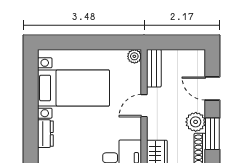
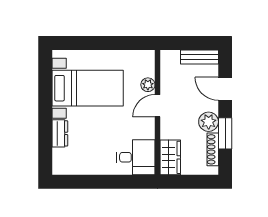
plant: (134, 56) -> (148, 85), moved
bench: (154, 68) -> (200, 57), moved, turned 90

